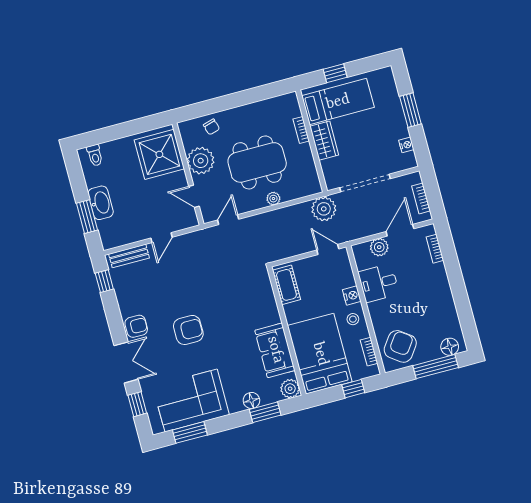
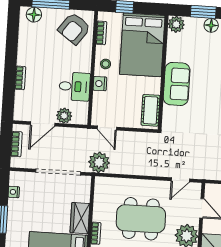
plant: (273, 199) -> (137, 185), removed
bookcase: (435, 249) -> (20, 78), moved
sofa: (275, 350) -> (177, 84), moved

